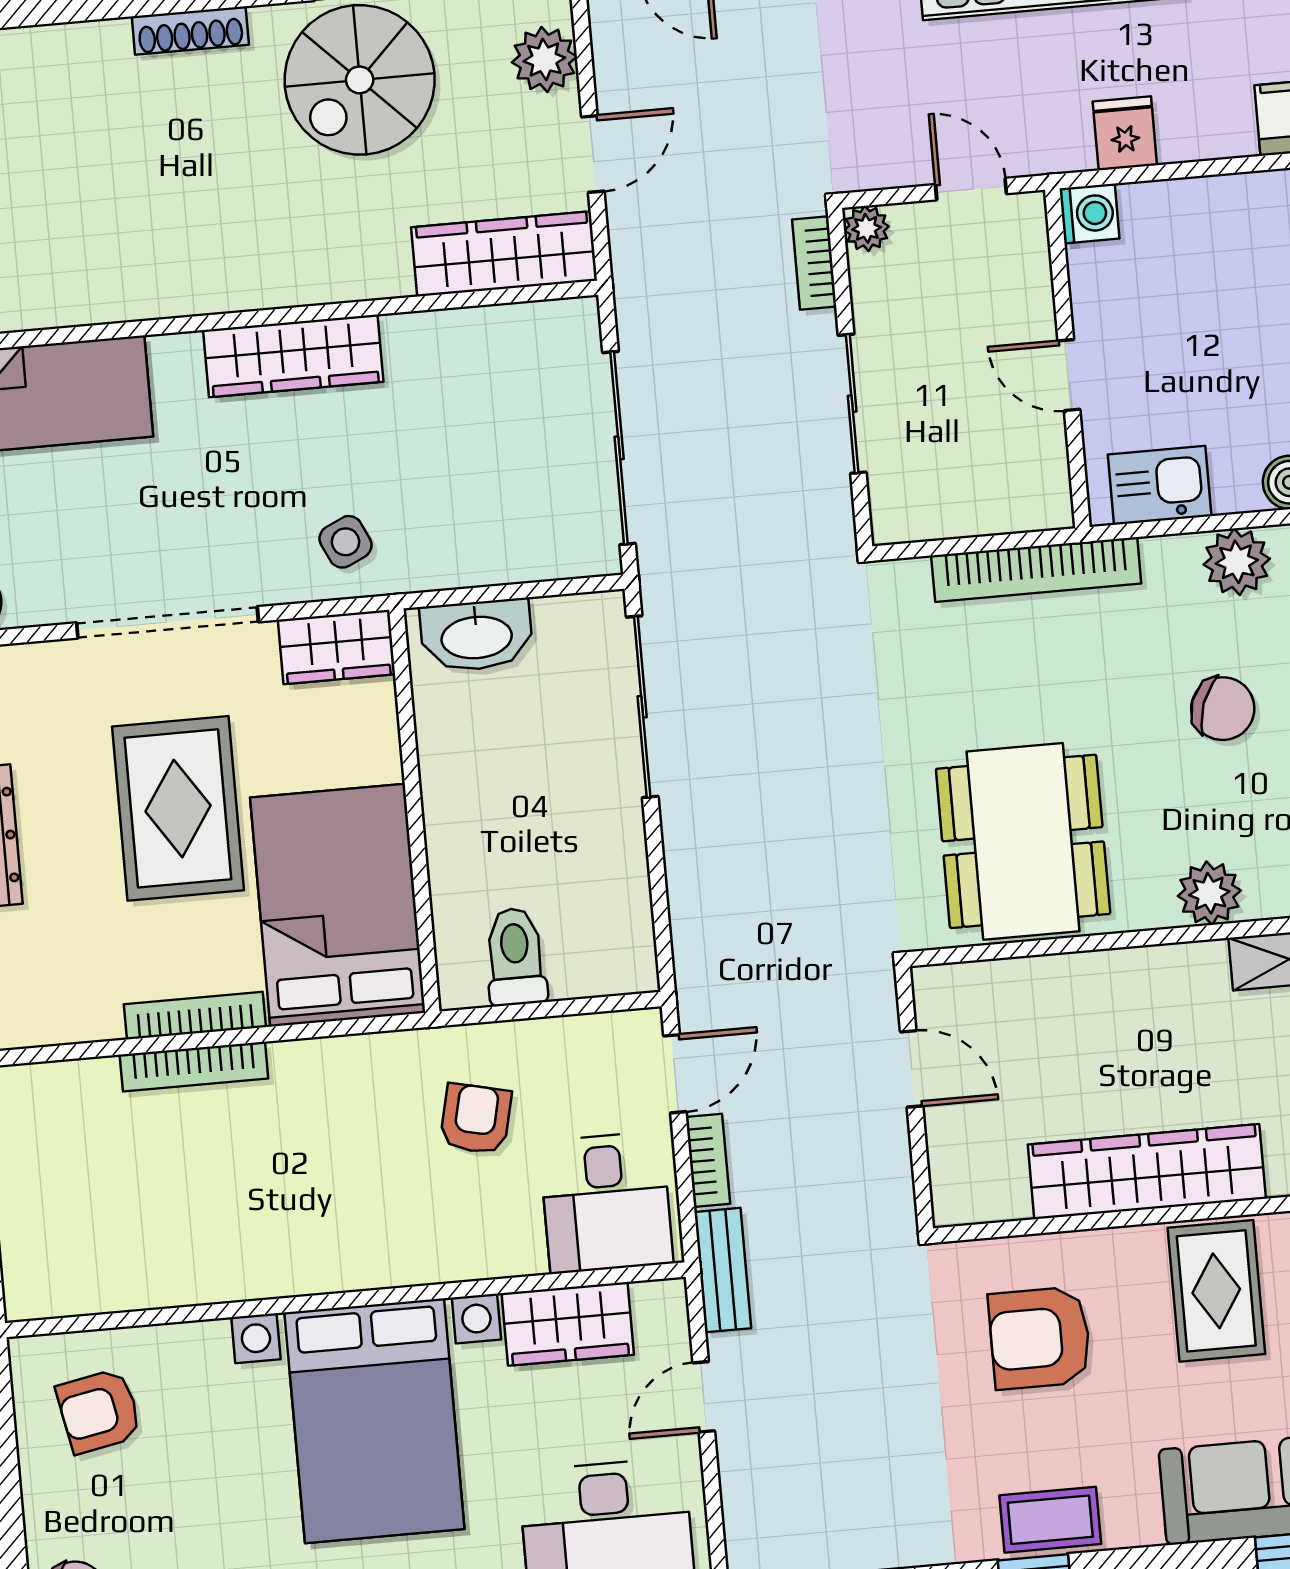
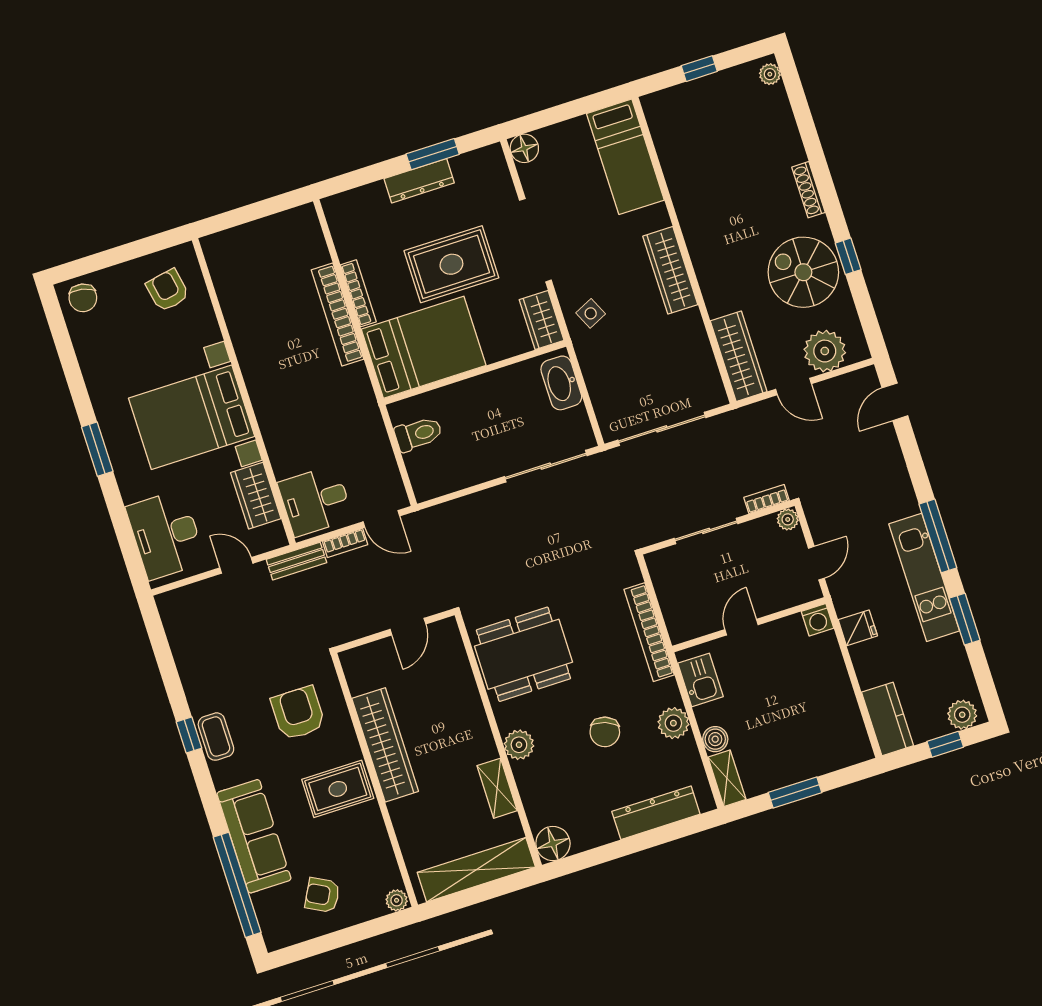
plant: (544, 59) -> (825, 351), width x1.36, depth x1.36
bookcase: (194, 1067) -> (337, 315), width x1.48, depth x1.31
armchair: (476, 1119) -> (340, 432), removed

